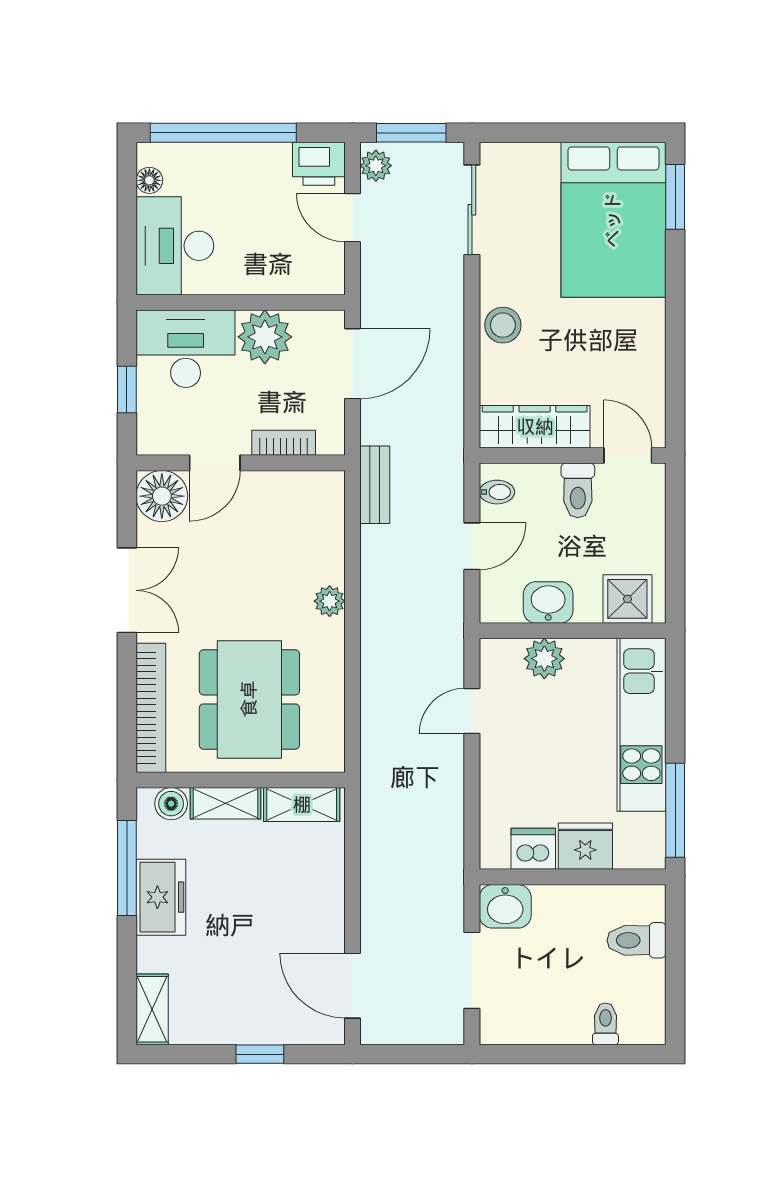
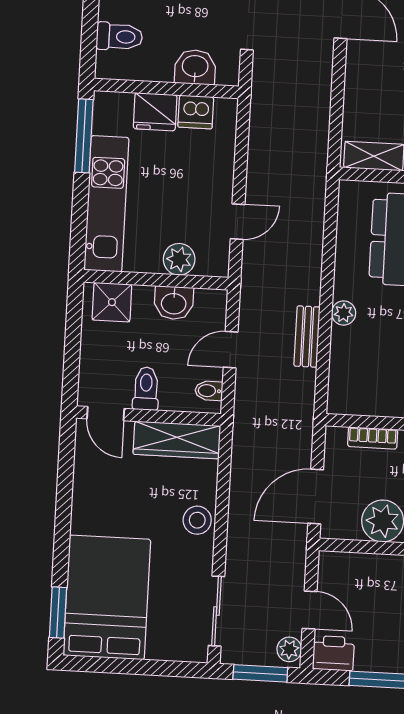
bench: (375, 485) -> (307, 337), moved
washbasin: (505, 906) -> (195, 67), moved

